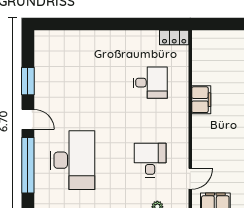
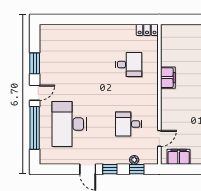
door: (28, 119) -> (35, 93), hinge flipped
desk: (73, 160) -> (69, 124), turned 180
desk: (150, 160) -> (129, 124), turned -90

